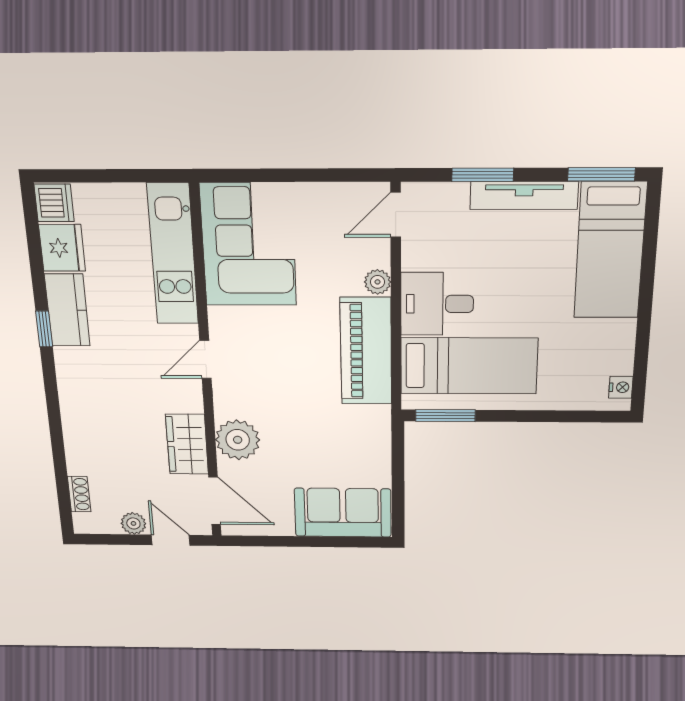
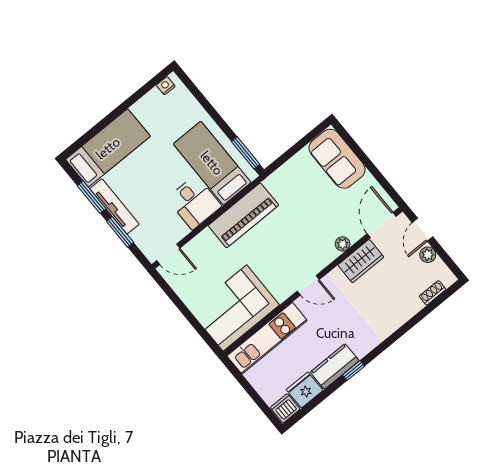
window: (601, 174) -> (92, 197), moved
plant: (378, 282) -> (206, 237), removed
plant: (238, 440) -> (343, 244), width x0.53, depth x0.53

